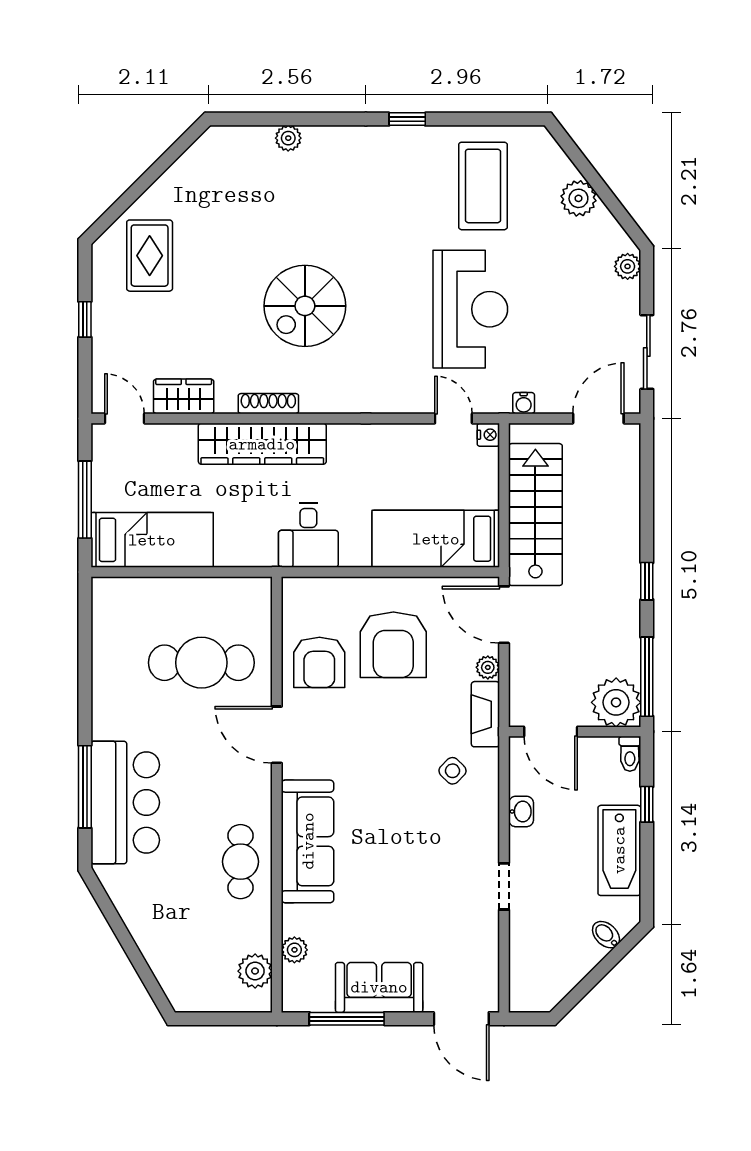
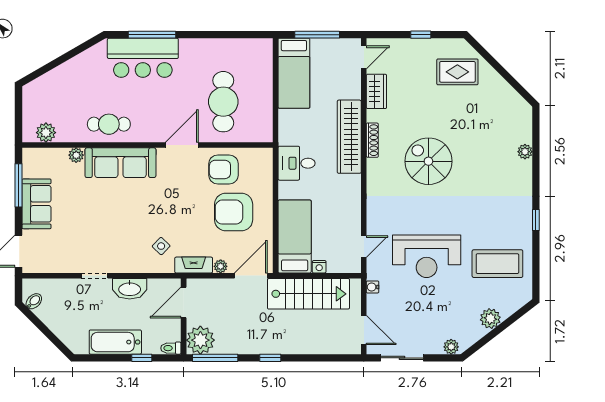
nightstand: (488, 435) -> (319, 267), moved
washbasin: (521, 811) -> (130, 289), width x1.91, depth x1.45
bidet: (606, 935) -> (34, 301), moved
plant: (294, 950) -> (76, 155), moved

